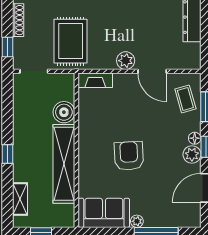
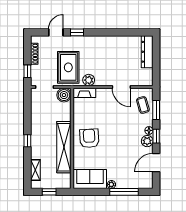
plant: (126, 61) -> (89, 80), moved
boiler: (64, 112) -> (64, 95), moved
armchair: (129, 156) -> (89, 138), moved

